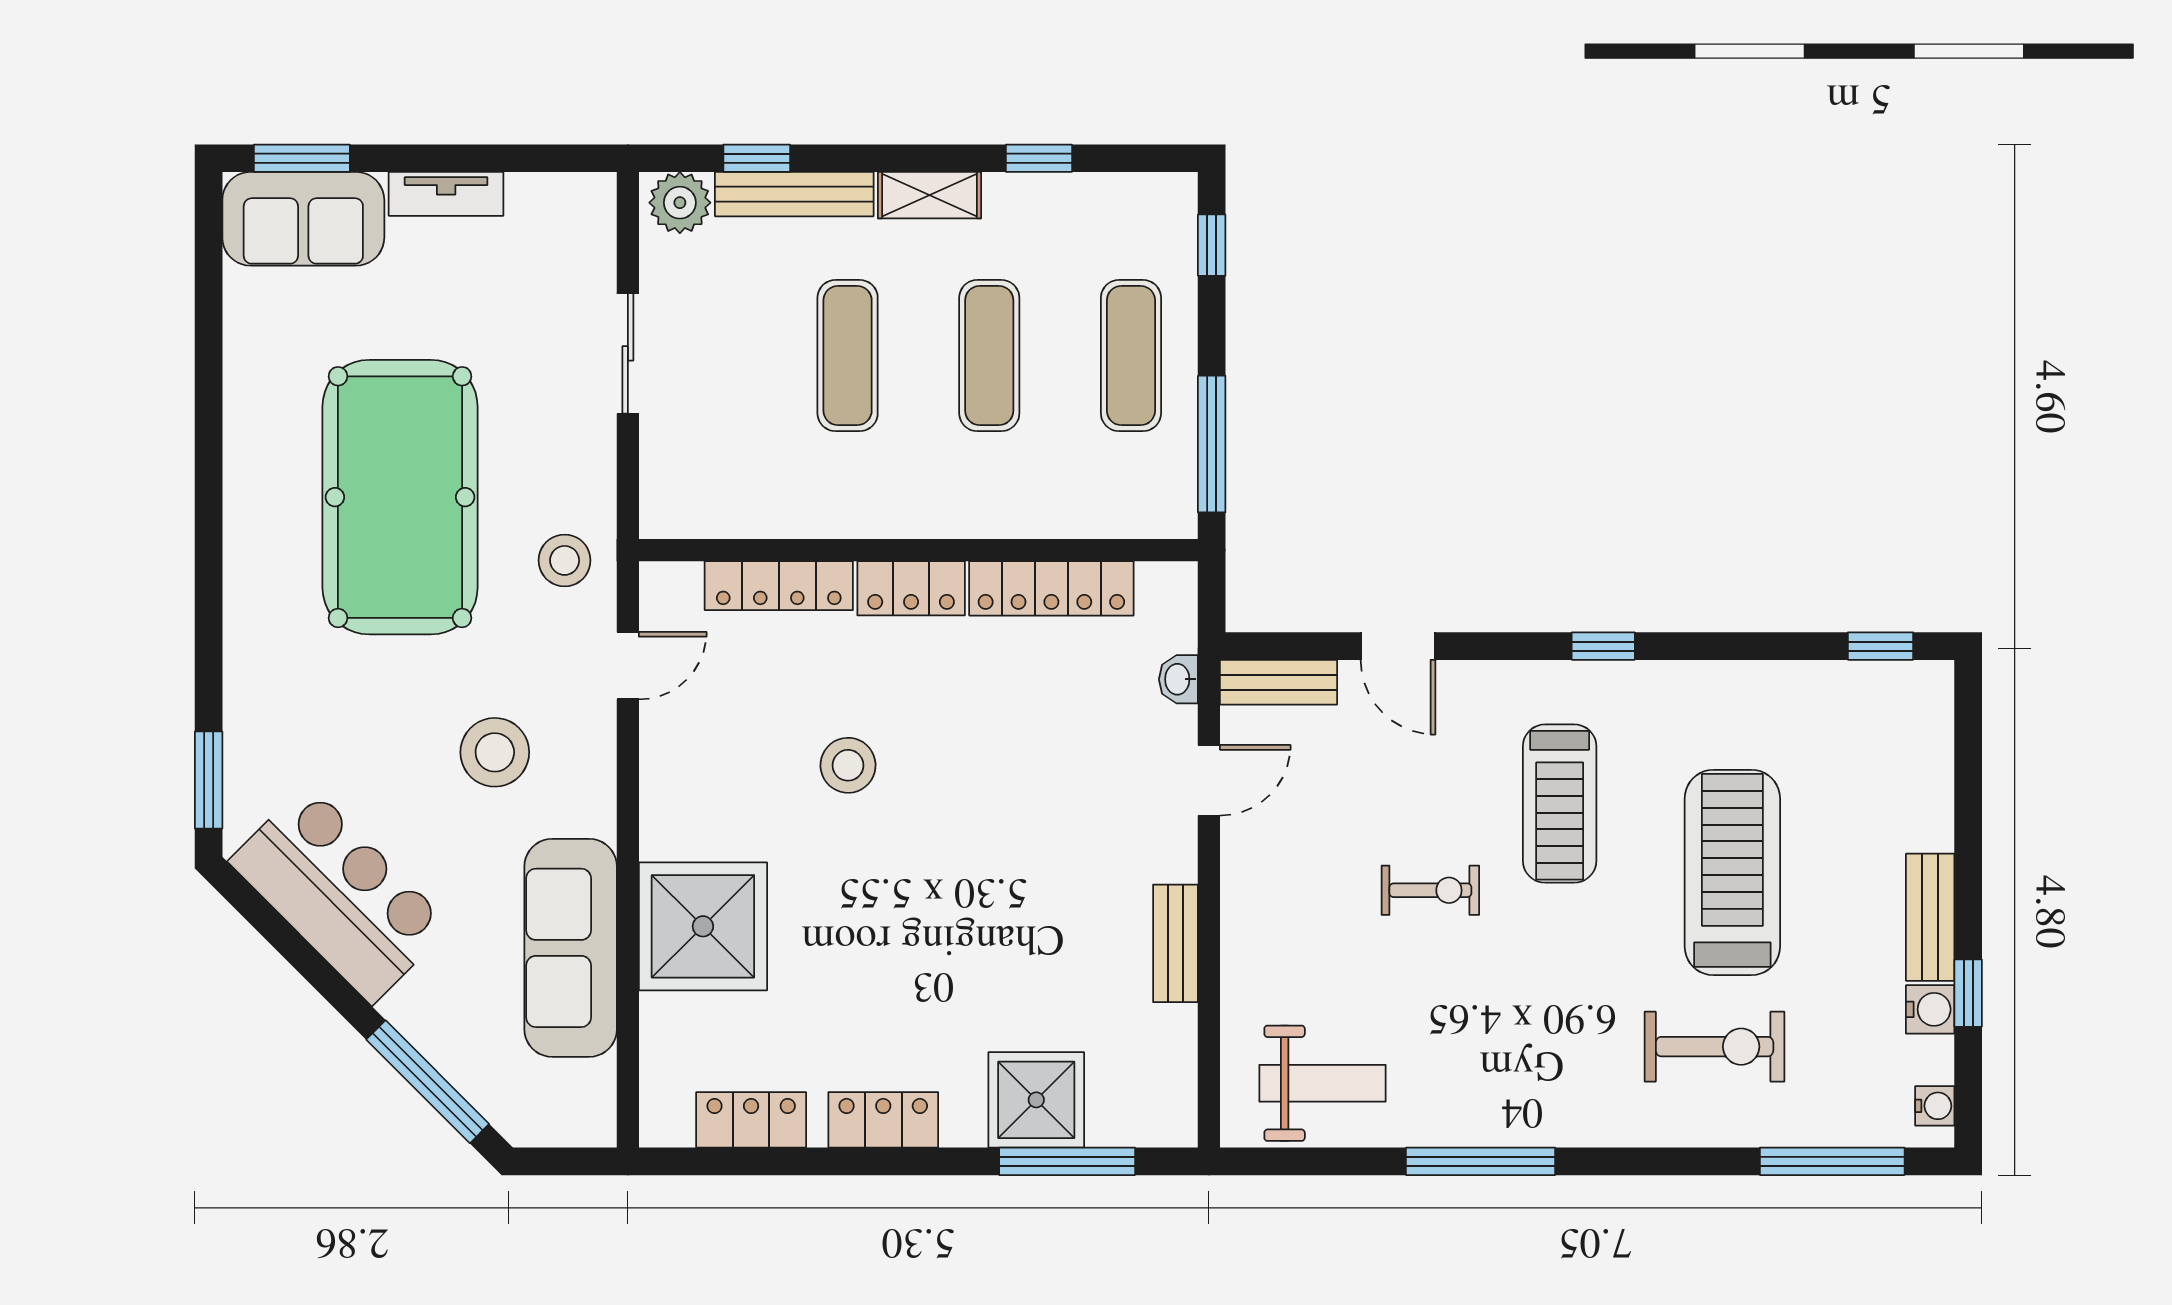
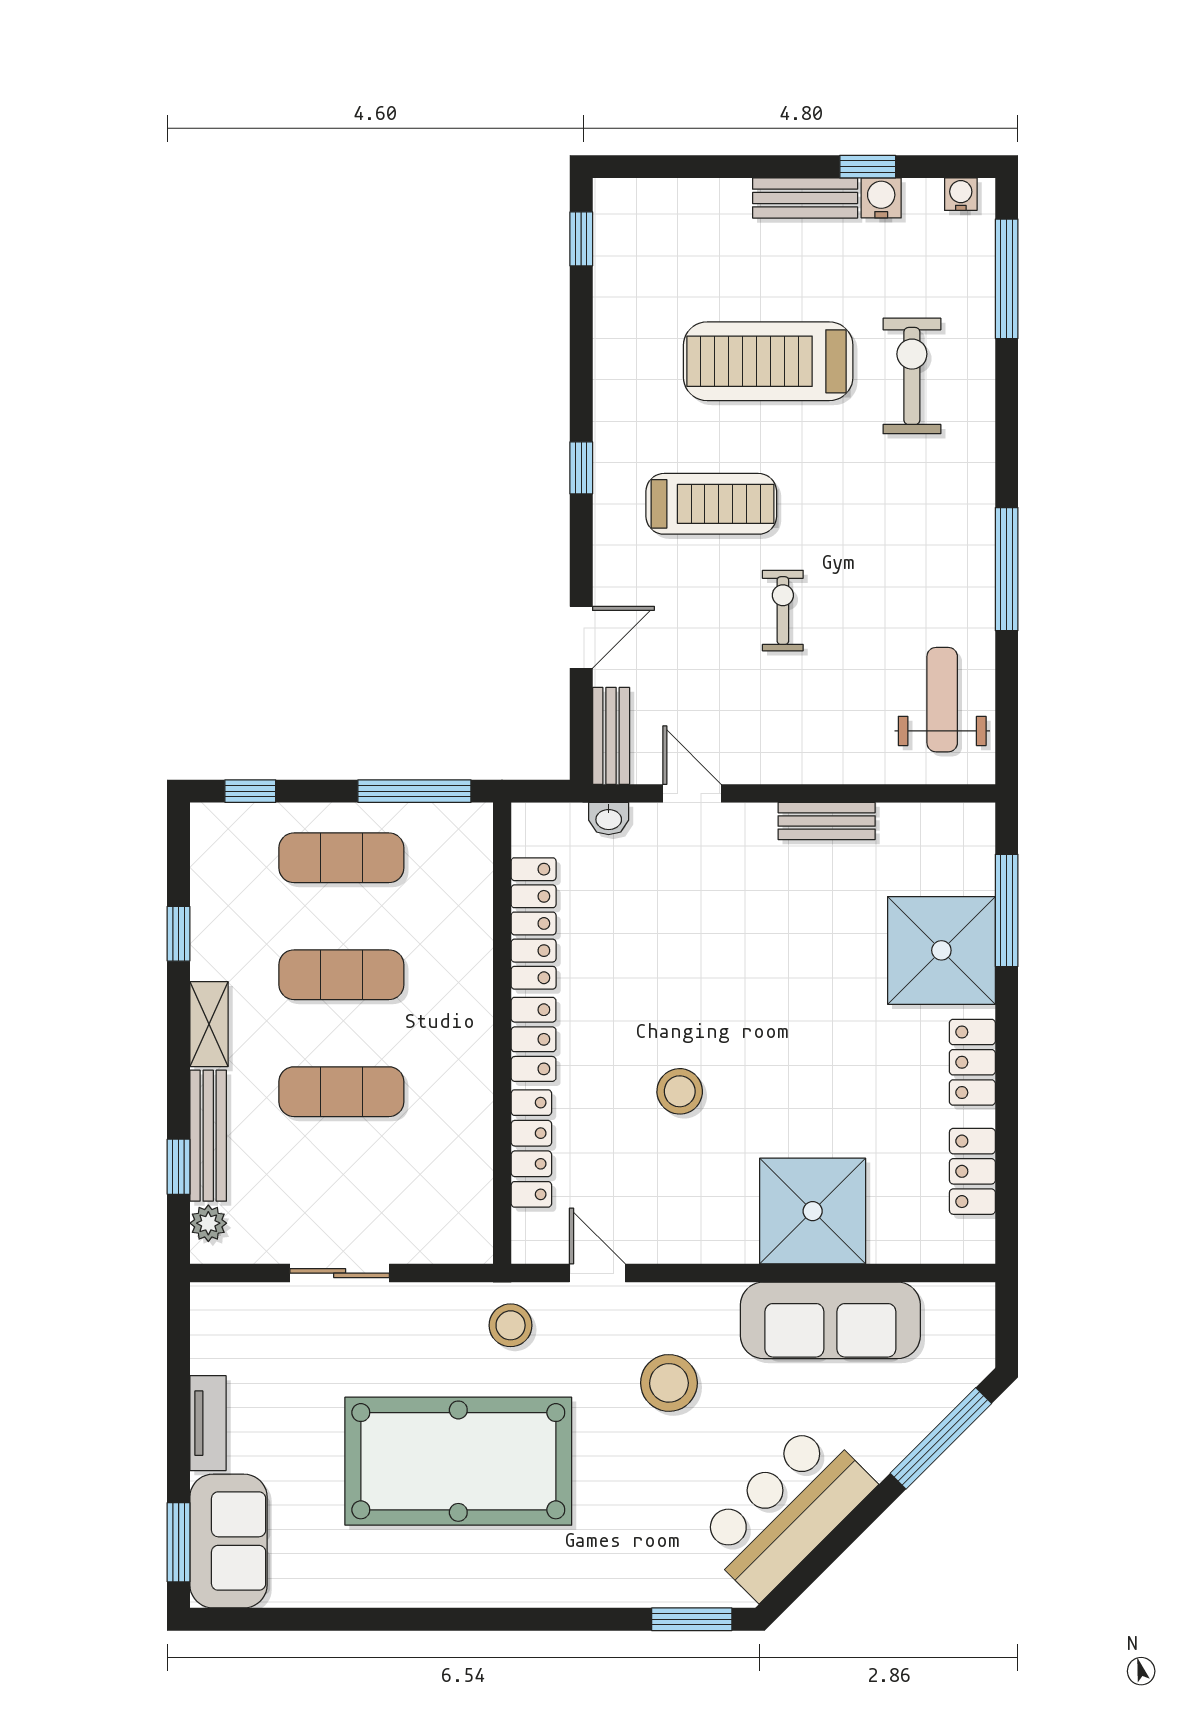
plant: (680, 203) -> (208, 1223), width x0.73, depth x0.73
shower: (1036, 1100) -> (941, 950), width x1.37, depth x1.37

